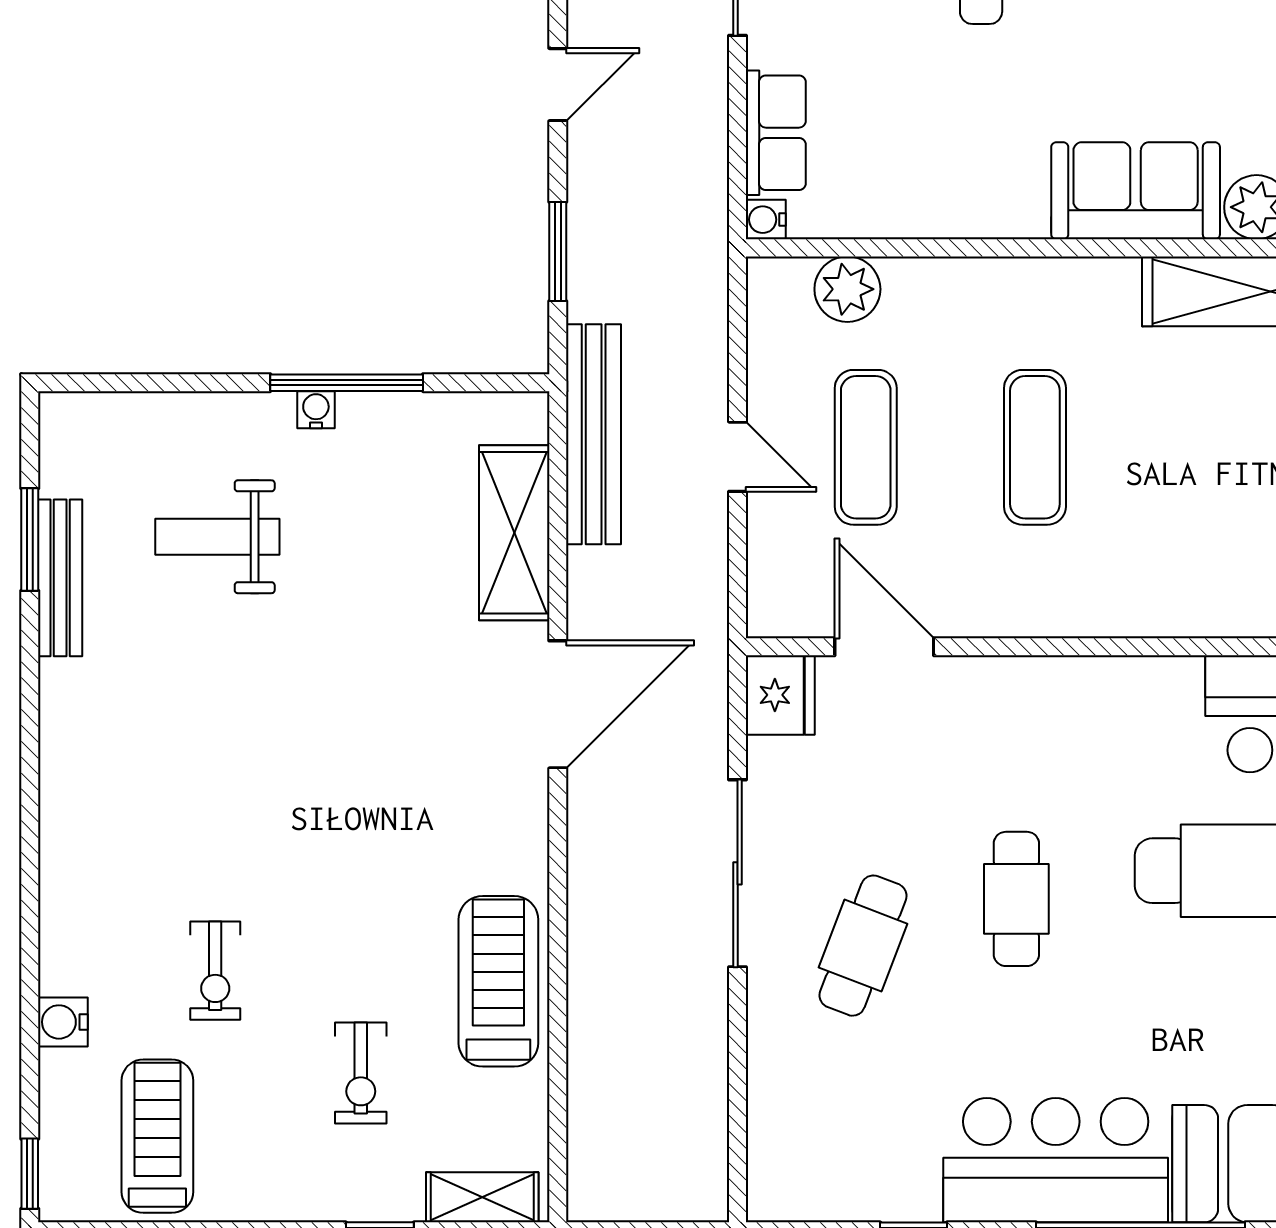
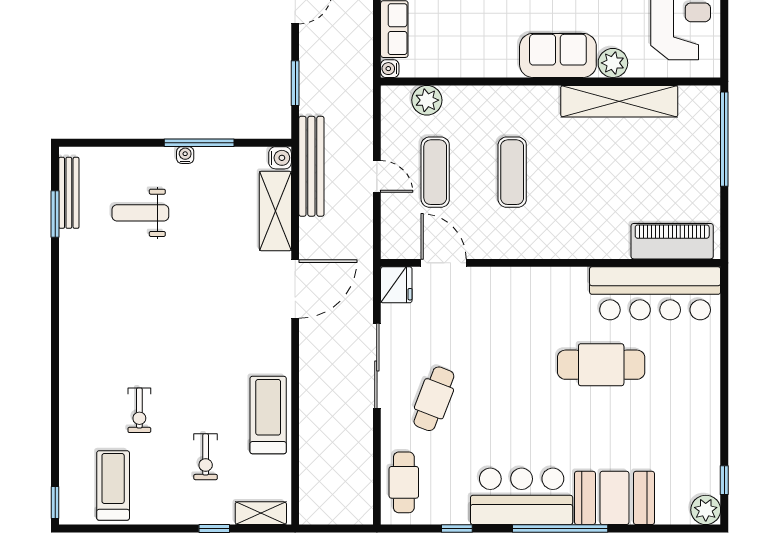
bench: (60, 578) -> (69, 193), moved
cafe table: (1016, 899) -> (404, 482), moved
water cooler: (63, 1022) -> (280, 158), moved, turned 180

